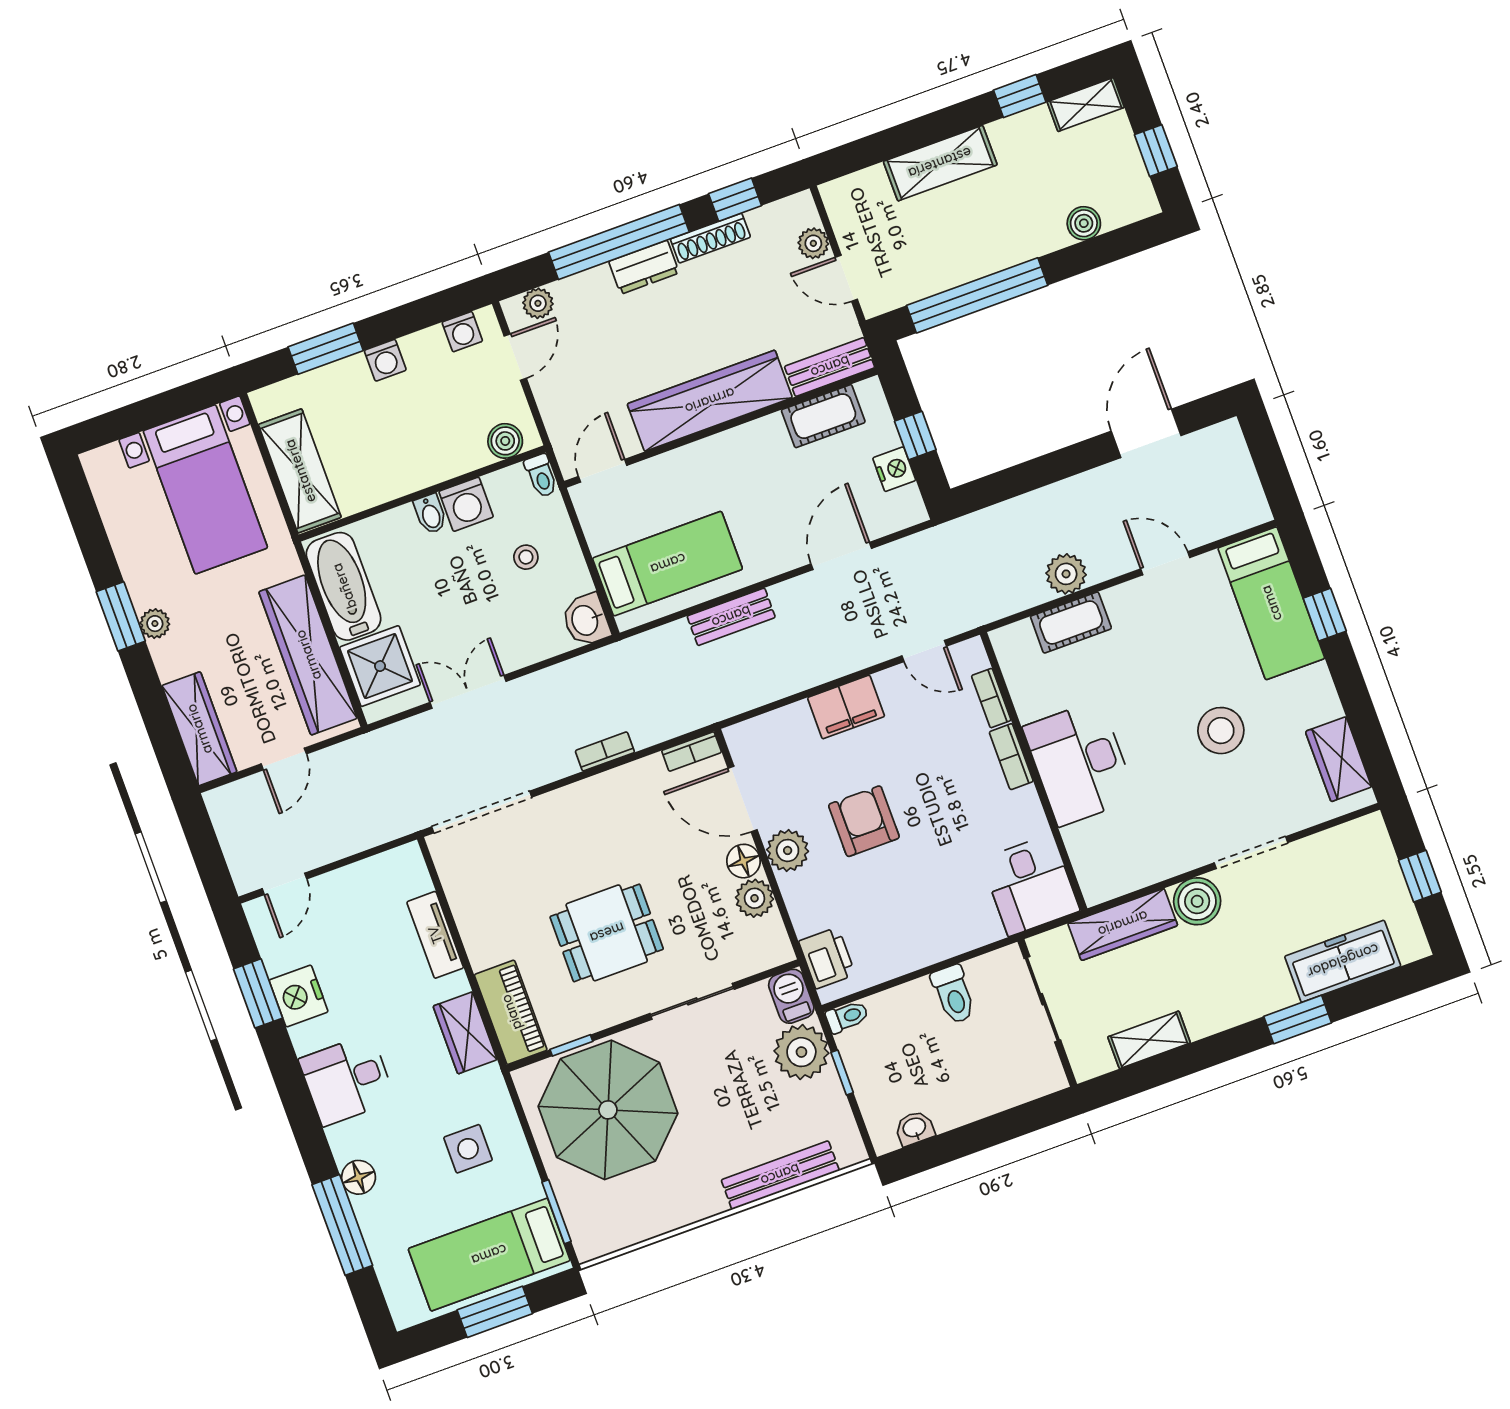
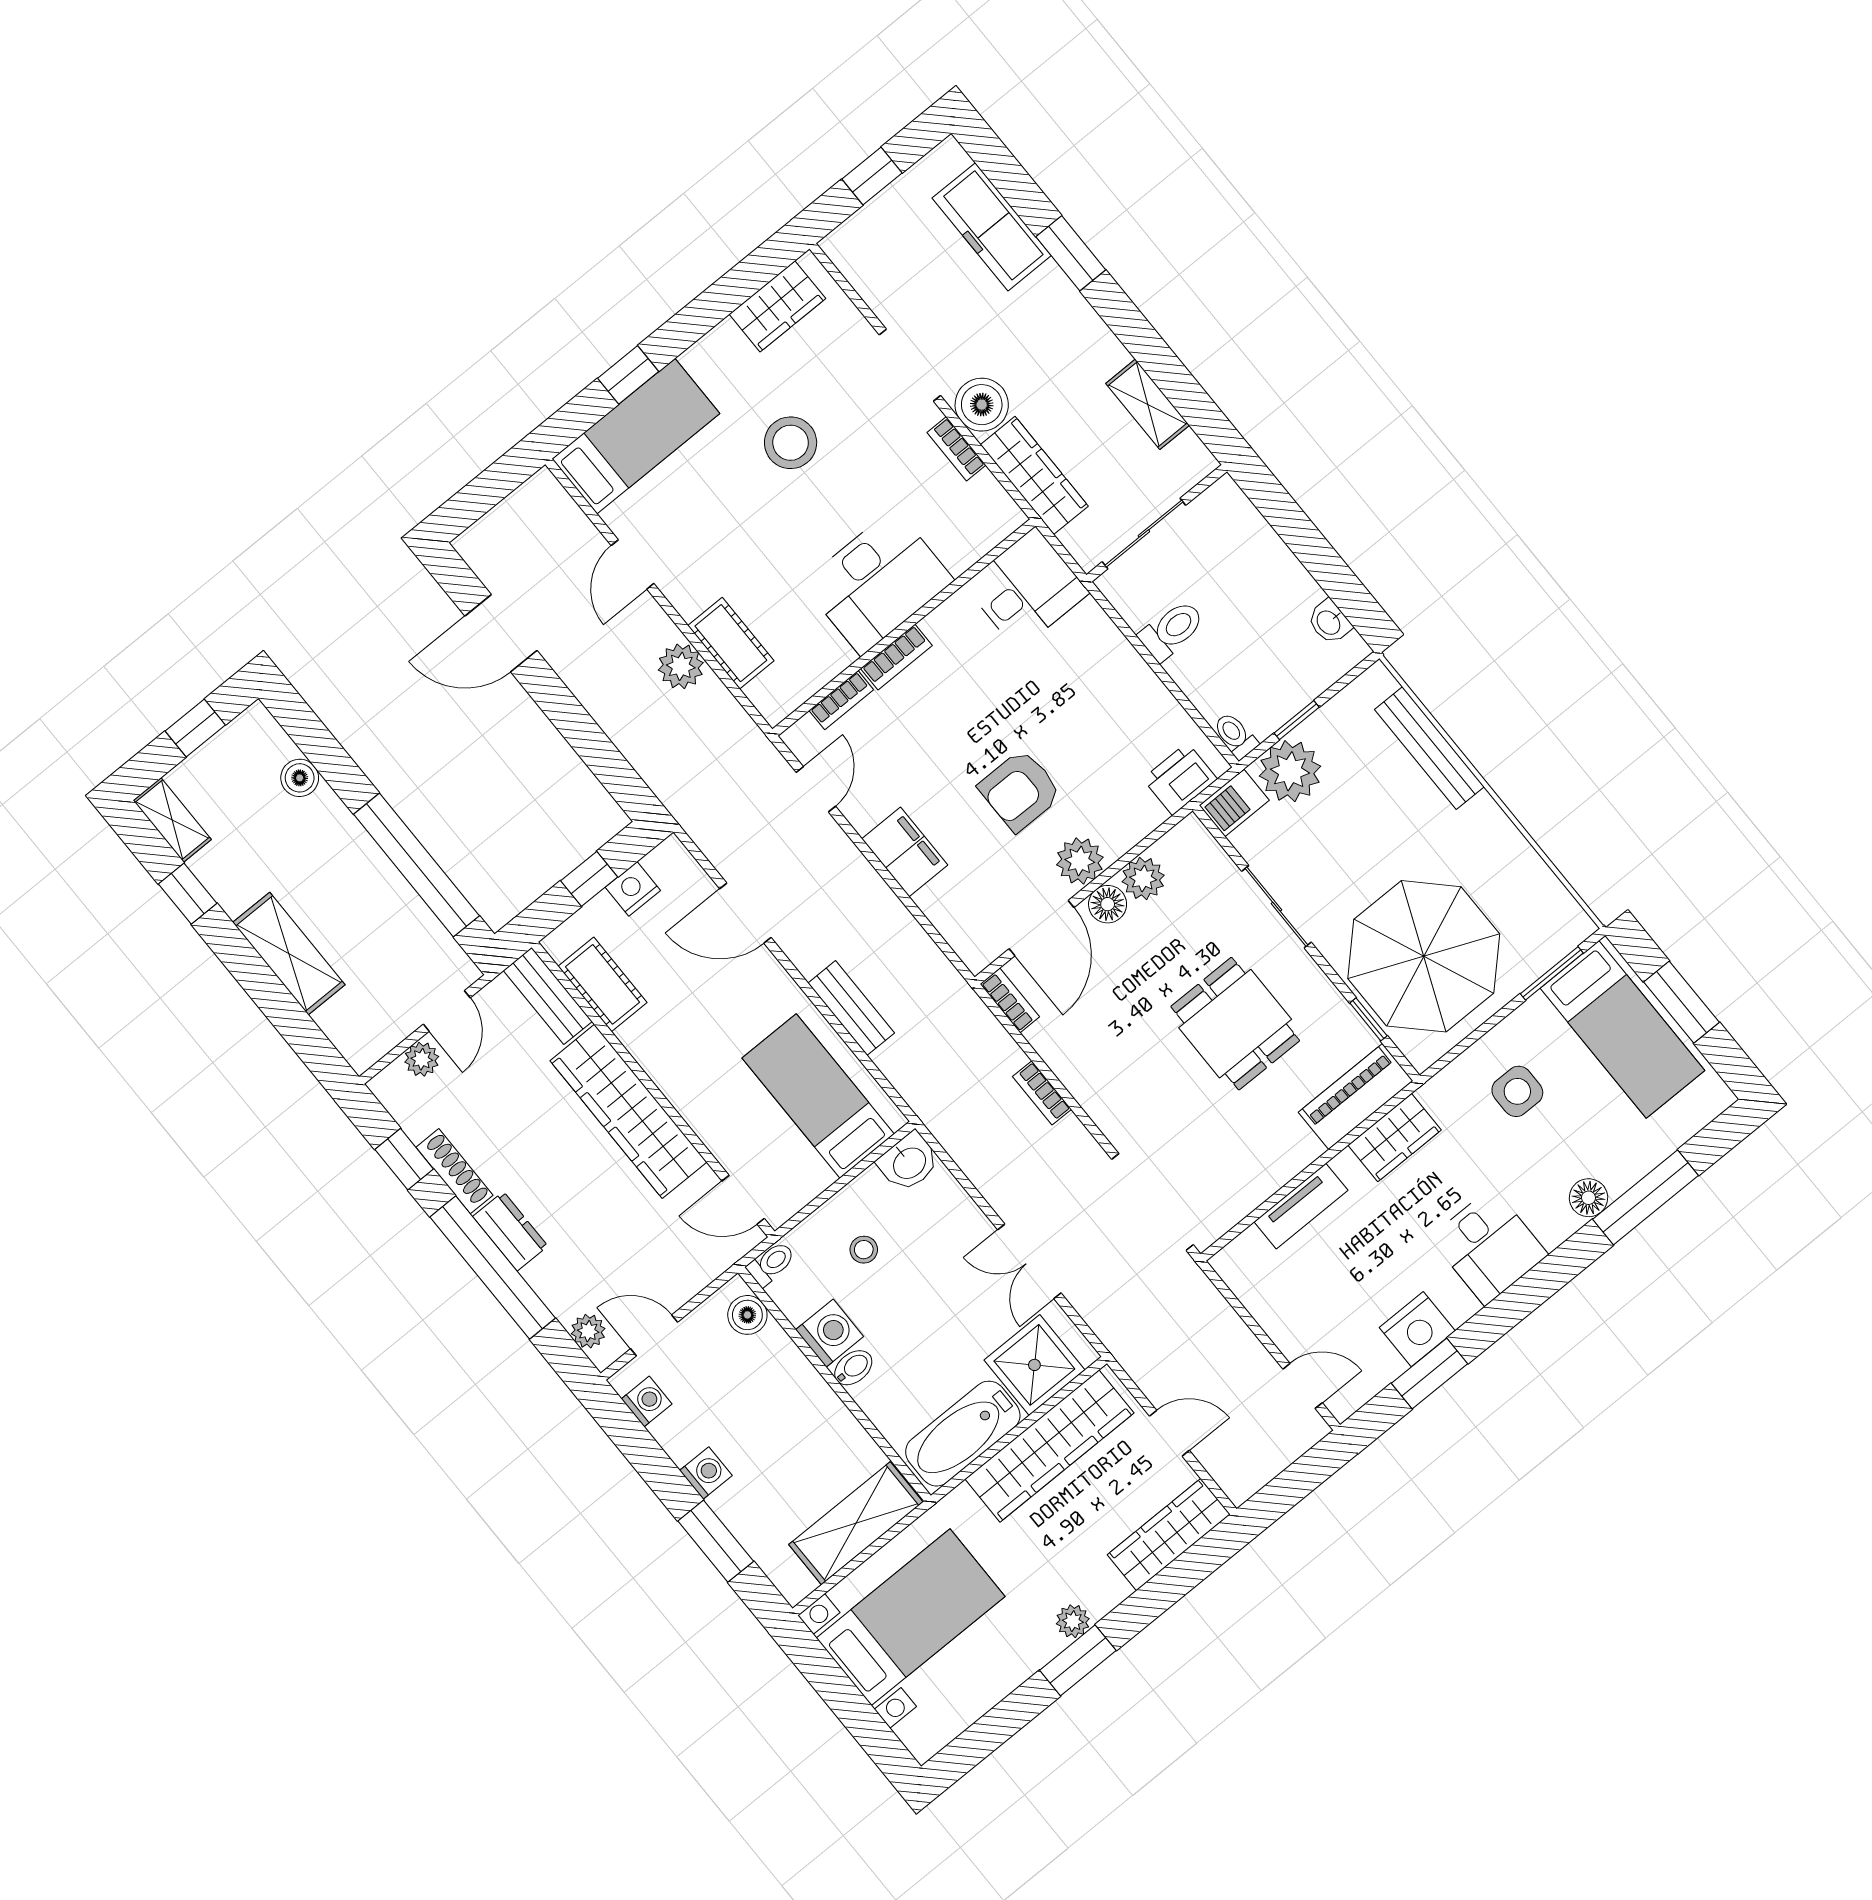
bookcase: (1168, 867) -> (956, 449), added

